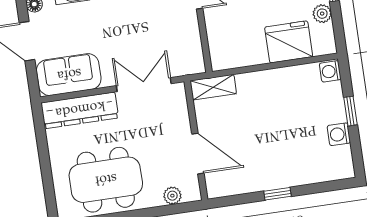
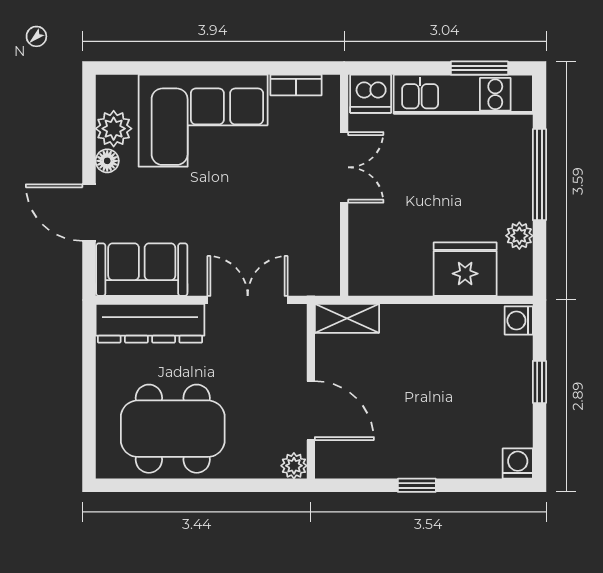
washing machine: (339, 134) -> (518, 464), moved, turned 90
plant: (172, 196) -> (294, 466), moved

